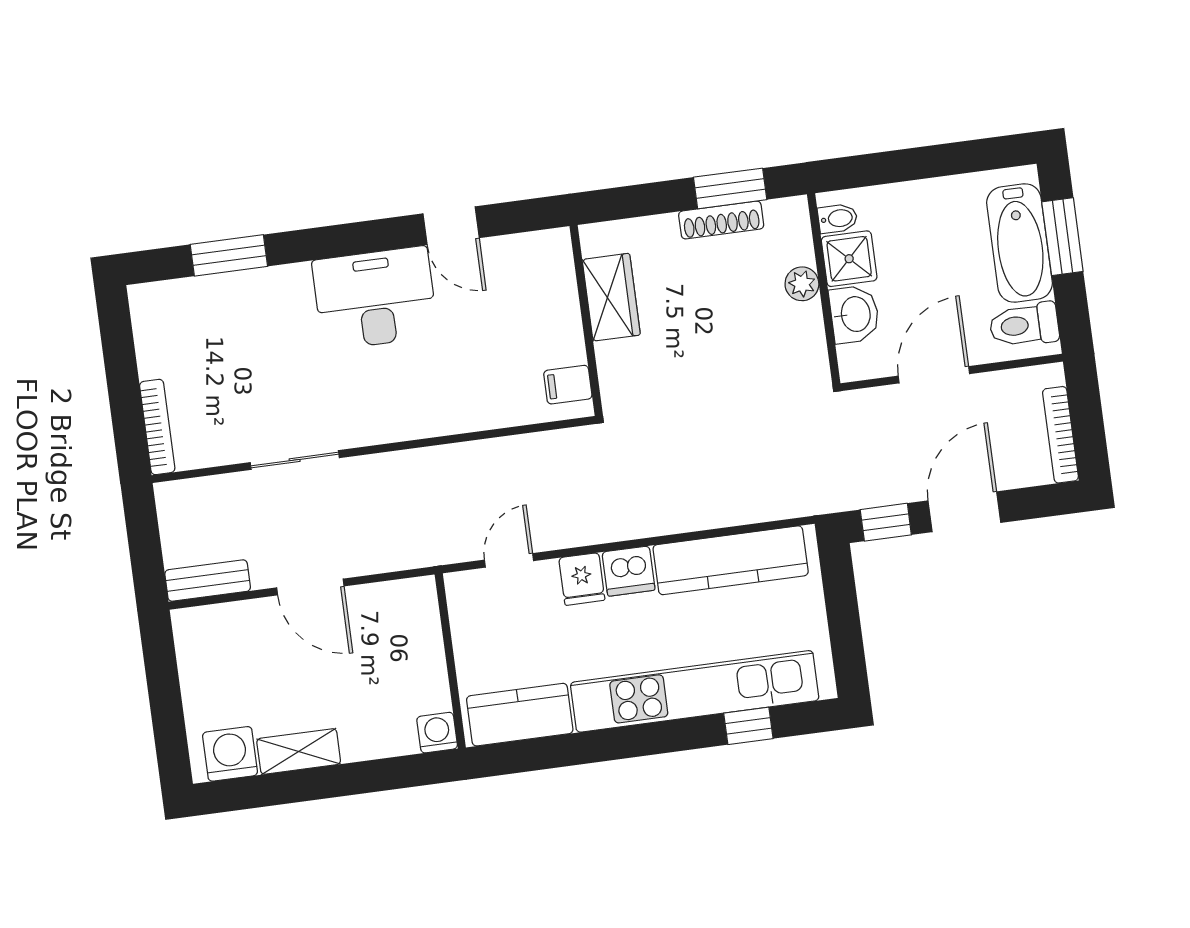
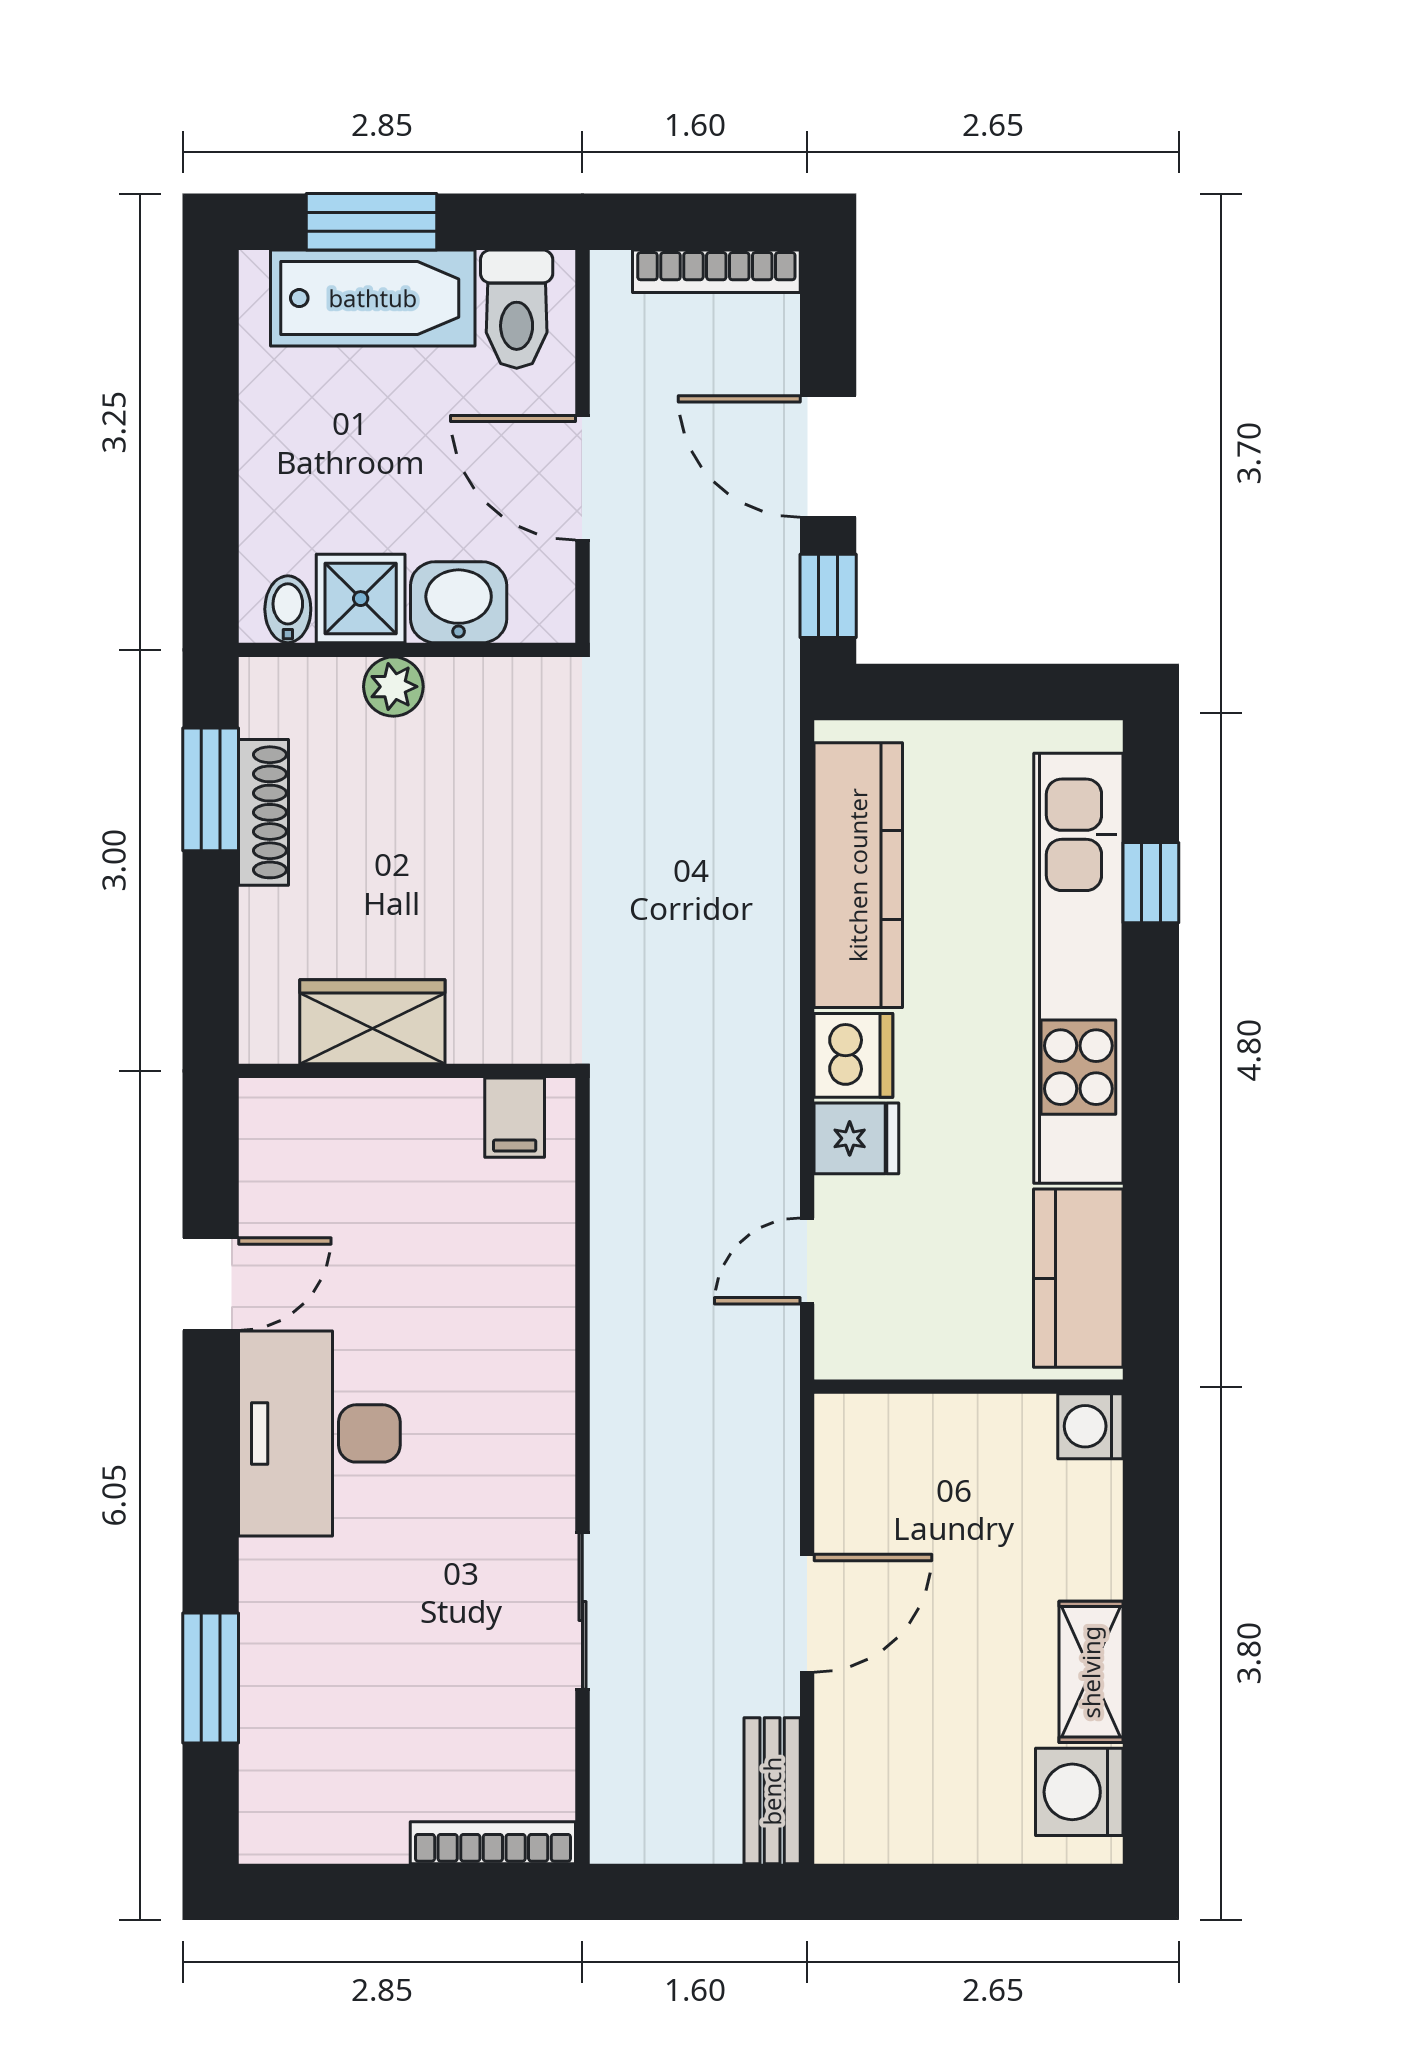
door: (509, 560) -> (807, 1261), hinge flipped

